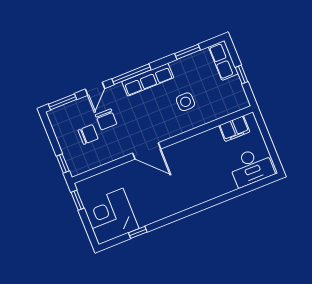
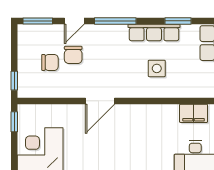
row of seats: (148, 80) -> (154, 32), moved
door: (147, 151) -> (100, 101), hinge flipped

